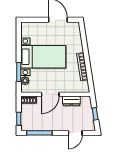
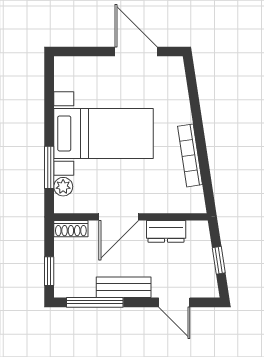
bench: (52, 126) -> (124, 287), added
door: (75, 133) -> (174, 302), hinge flipped

